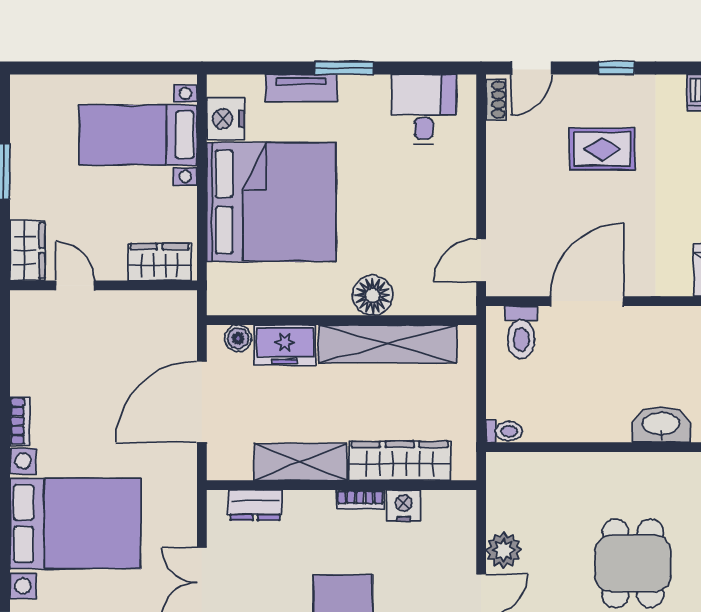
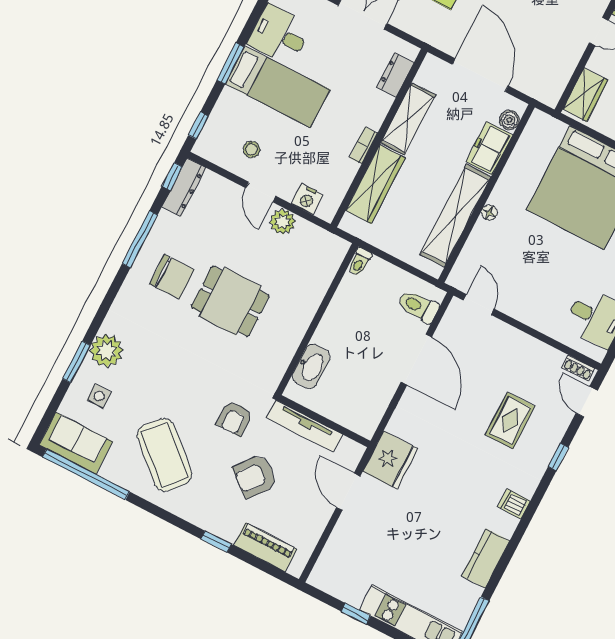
floor lamp: (373, 295) -> (489, 213), width x0.53, depth x0.53
nightstand: (404, 505) -> (307, 199), moved, turned 90

